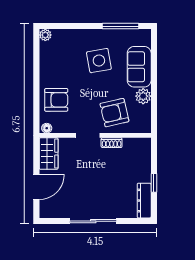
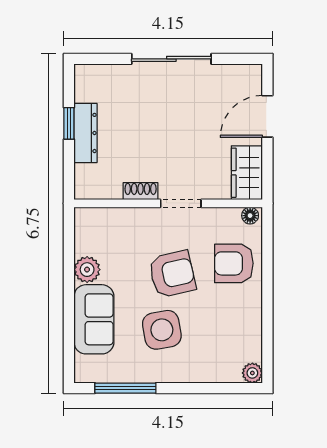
armchair: (114, 113) -> (172, 274), moved
dresser: (144, 201) -> (85, 133), moved

